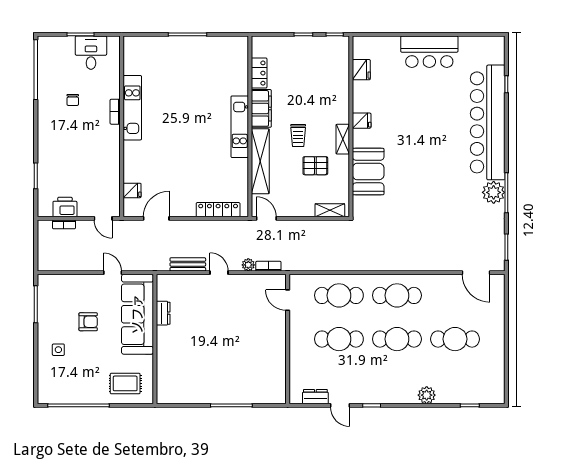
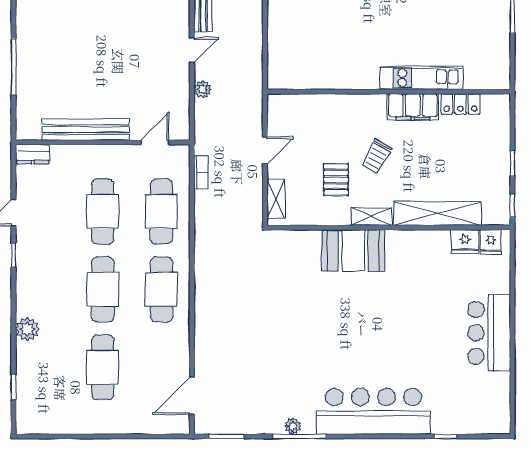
fridge: (362, 121) -> (491, 242), moved
bar counter: (488, 122) -> (373, 411), width x0.73
kitchen unit: (240, 127) -> (421, 78), moved
trolley: (298, 135) -> (377, 156), turned -61
shelving: (260, 161) -> (437, 214), moved
booth: (368, 172) -> (353, 251), moved
plant: (494, 192) -> (293, 426), width x0.53, depth x0.53
locker: (218, 210) -> (277, 49), removed
door: (266, 218) -> (265, 150), moved
bookcase: (268, 266) -> (201, 172), moved
bench: (278, 352) -> (86, 129), added
dresser: (315, 397) -> (33, 154), moved, turned 90

